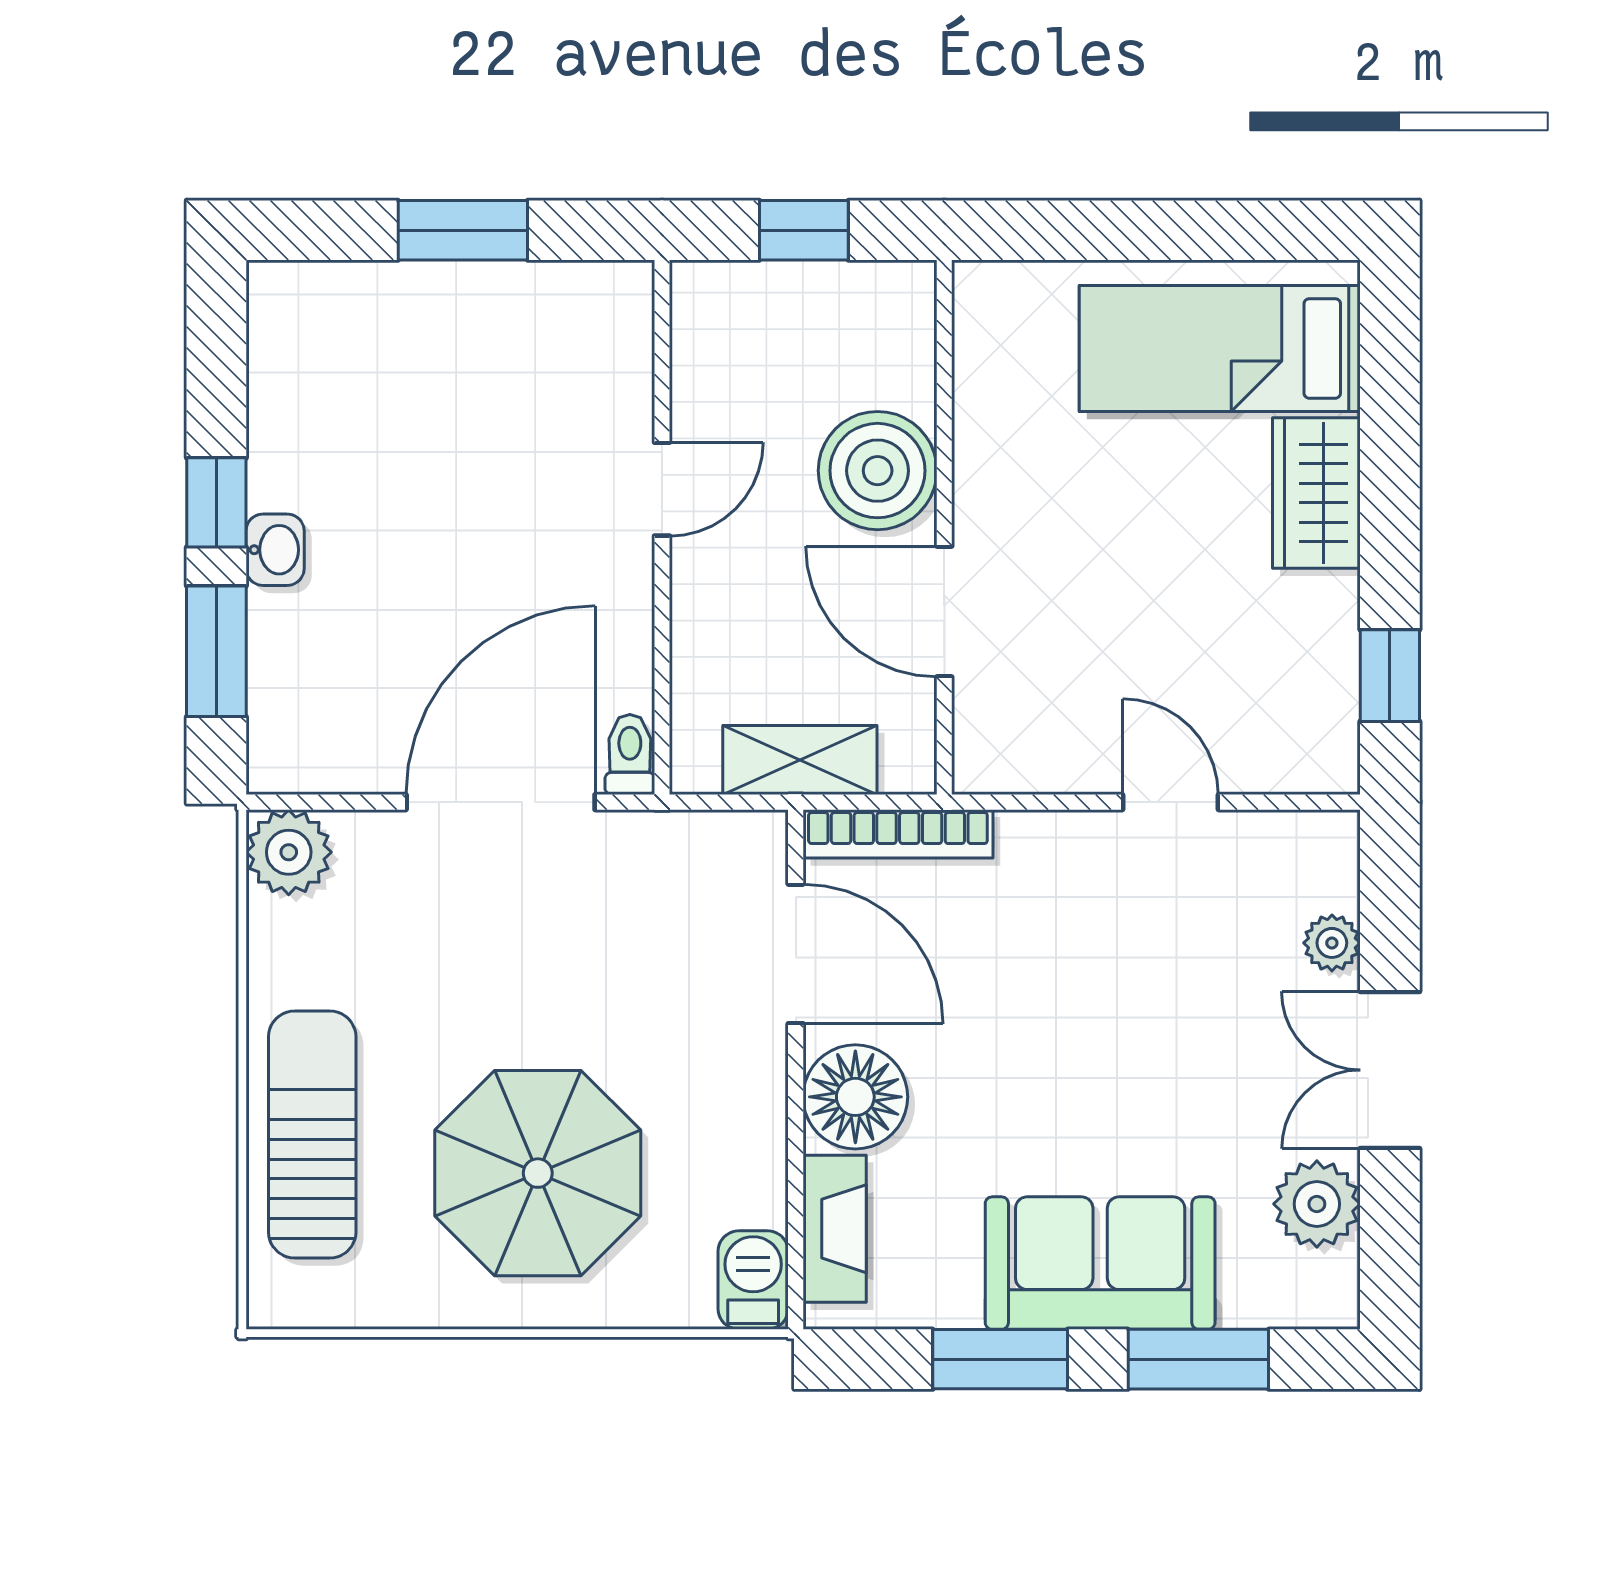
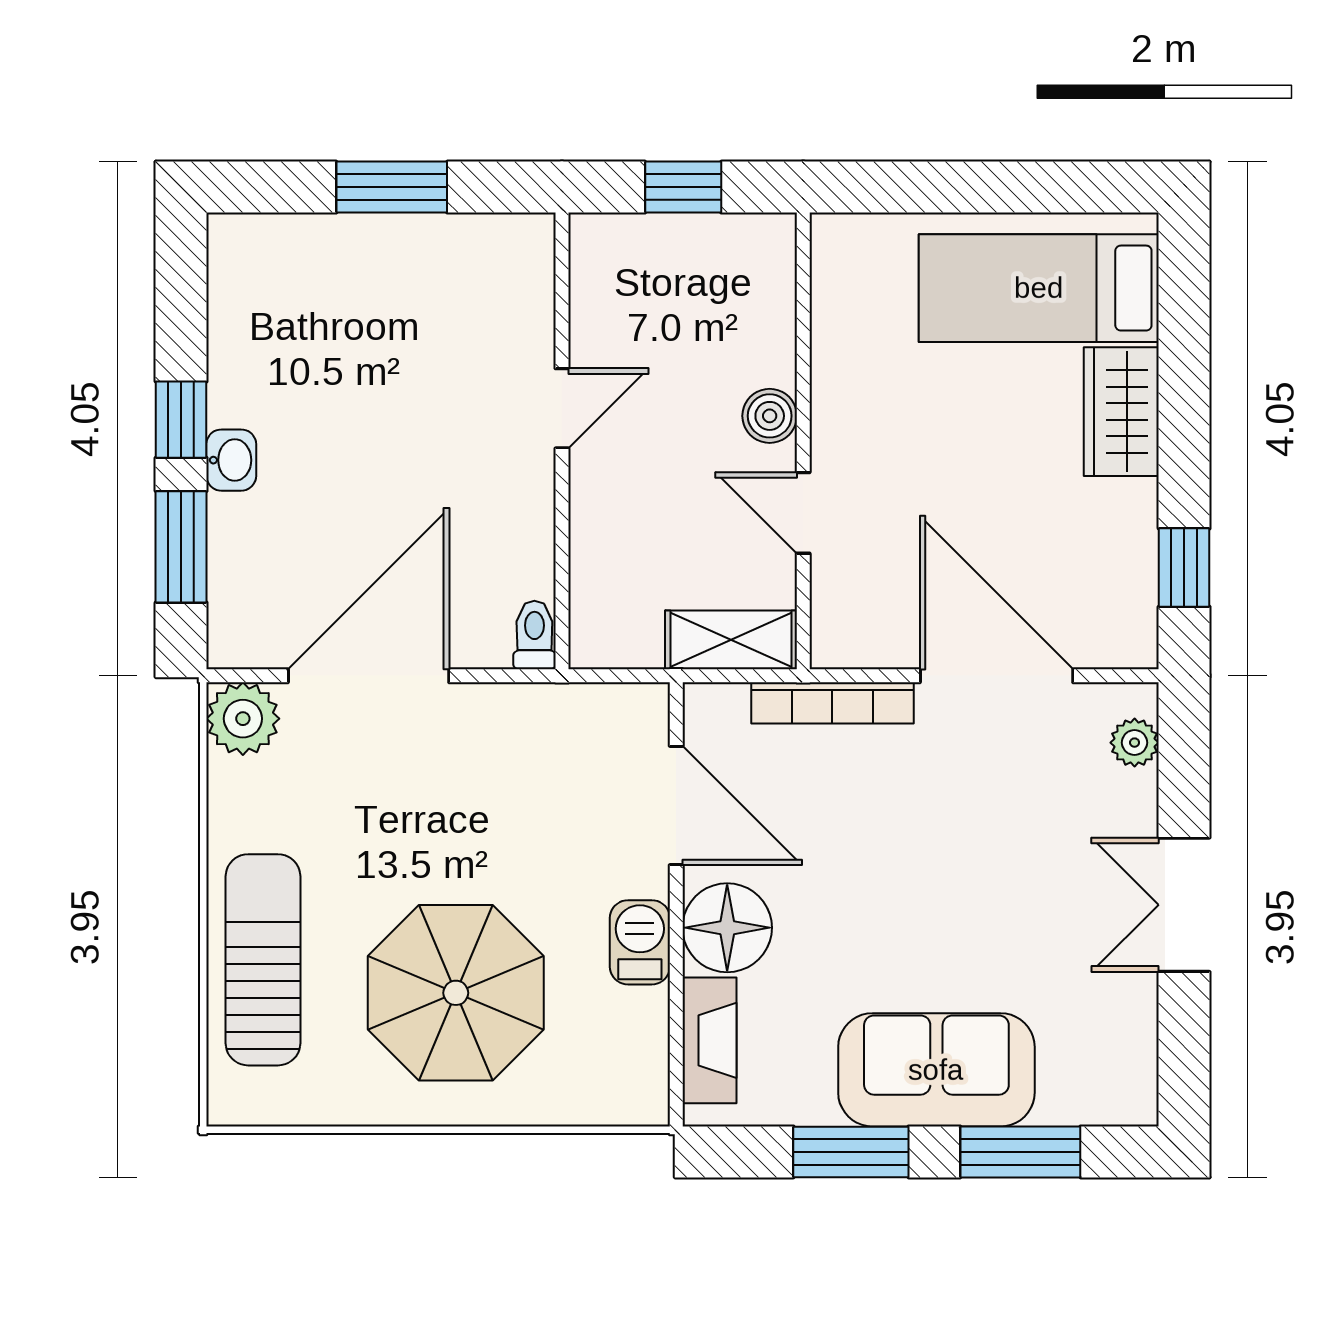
boiler: (878, 471) -> (770, 416), width x0.54, depth x0.54
door: (944, 611) -> (803, 513), width x0.73
shelving: (800, 760) -> (731, 640), moved
door: (501, 802) -> (369, 676), moved
door: (1171, 802) -> (997, 676), width x1.87
bookcase: (898, 834) -> (832, 703), moved
plant: (1332, 943) -> (1135, 743), moved
plant: (1317, 1204) -> (1122, 1019), removed
barbecue: (753, 1280) -> (640, 942), moved

